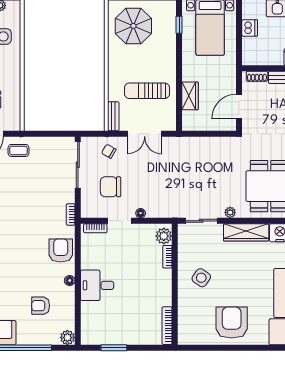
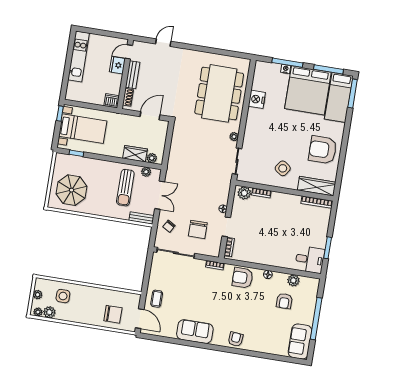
dishwasher: (250, 28) -> (112, 101), moved
door: (239, 106) -> (150, 116), swing flipped
plant: (170, 113) -> (146, 172), added
plant: (188, 117) -> (152, 158), added
wardrobe: (246, 232) -> (317, 186), moved, turned -90
desk: (97, 285) -> (310, 260), moved, turned -90
plant: (67, 338) -> (293, 280), moved

